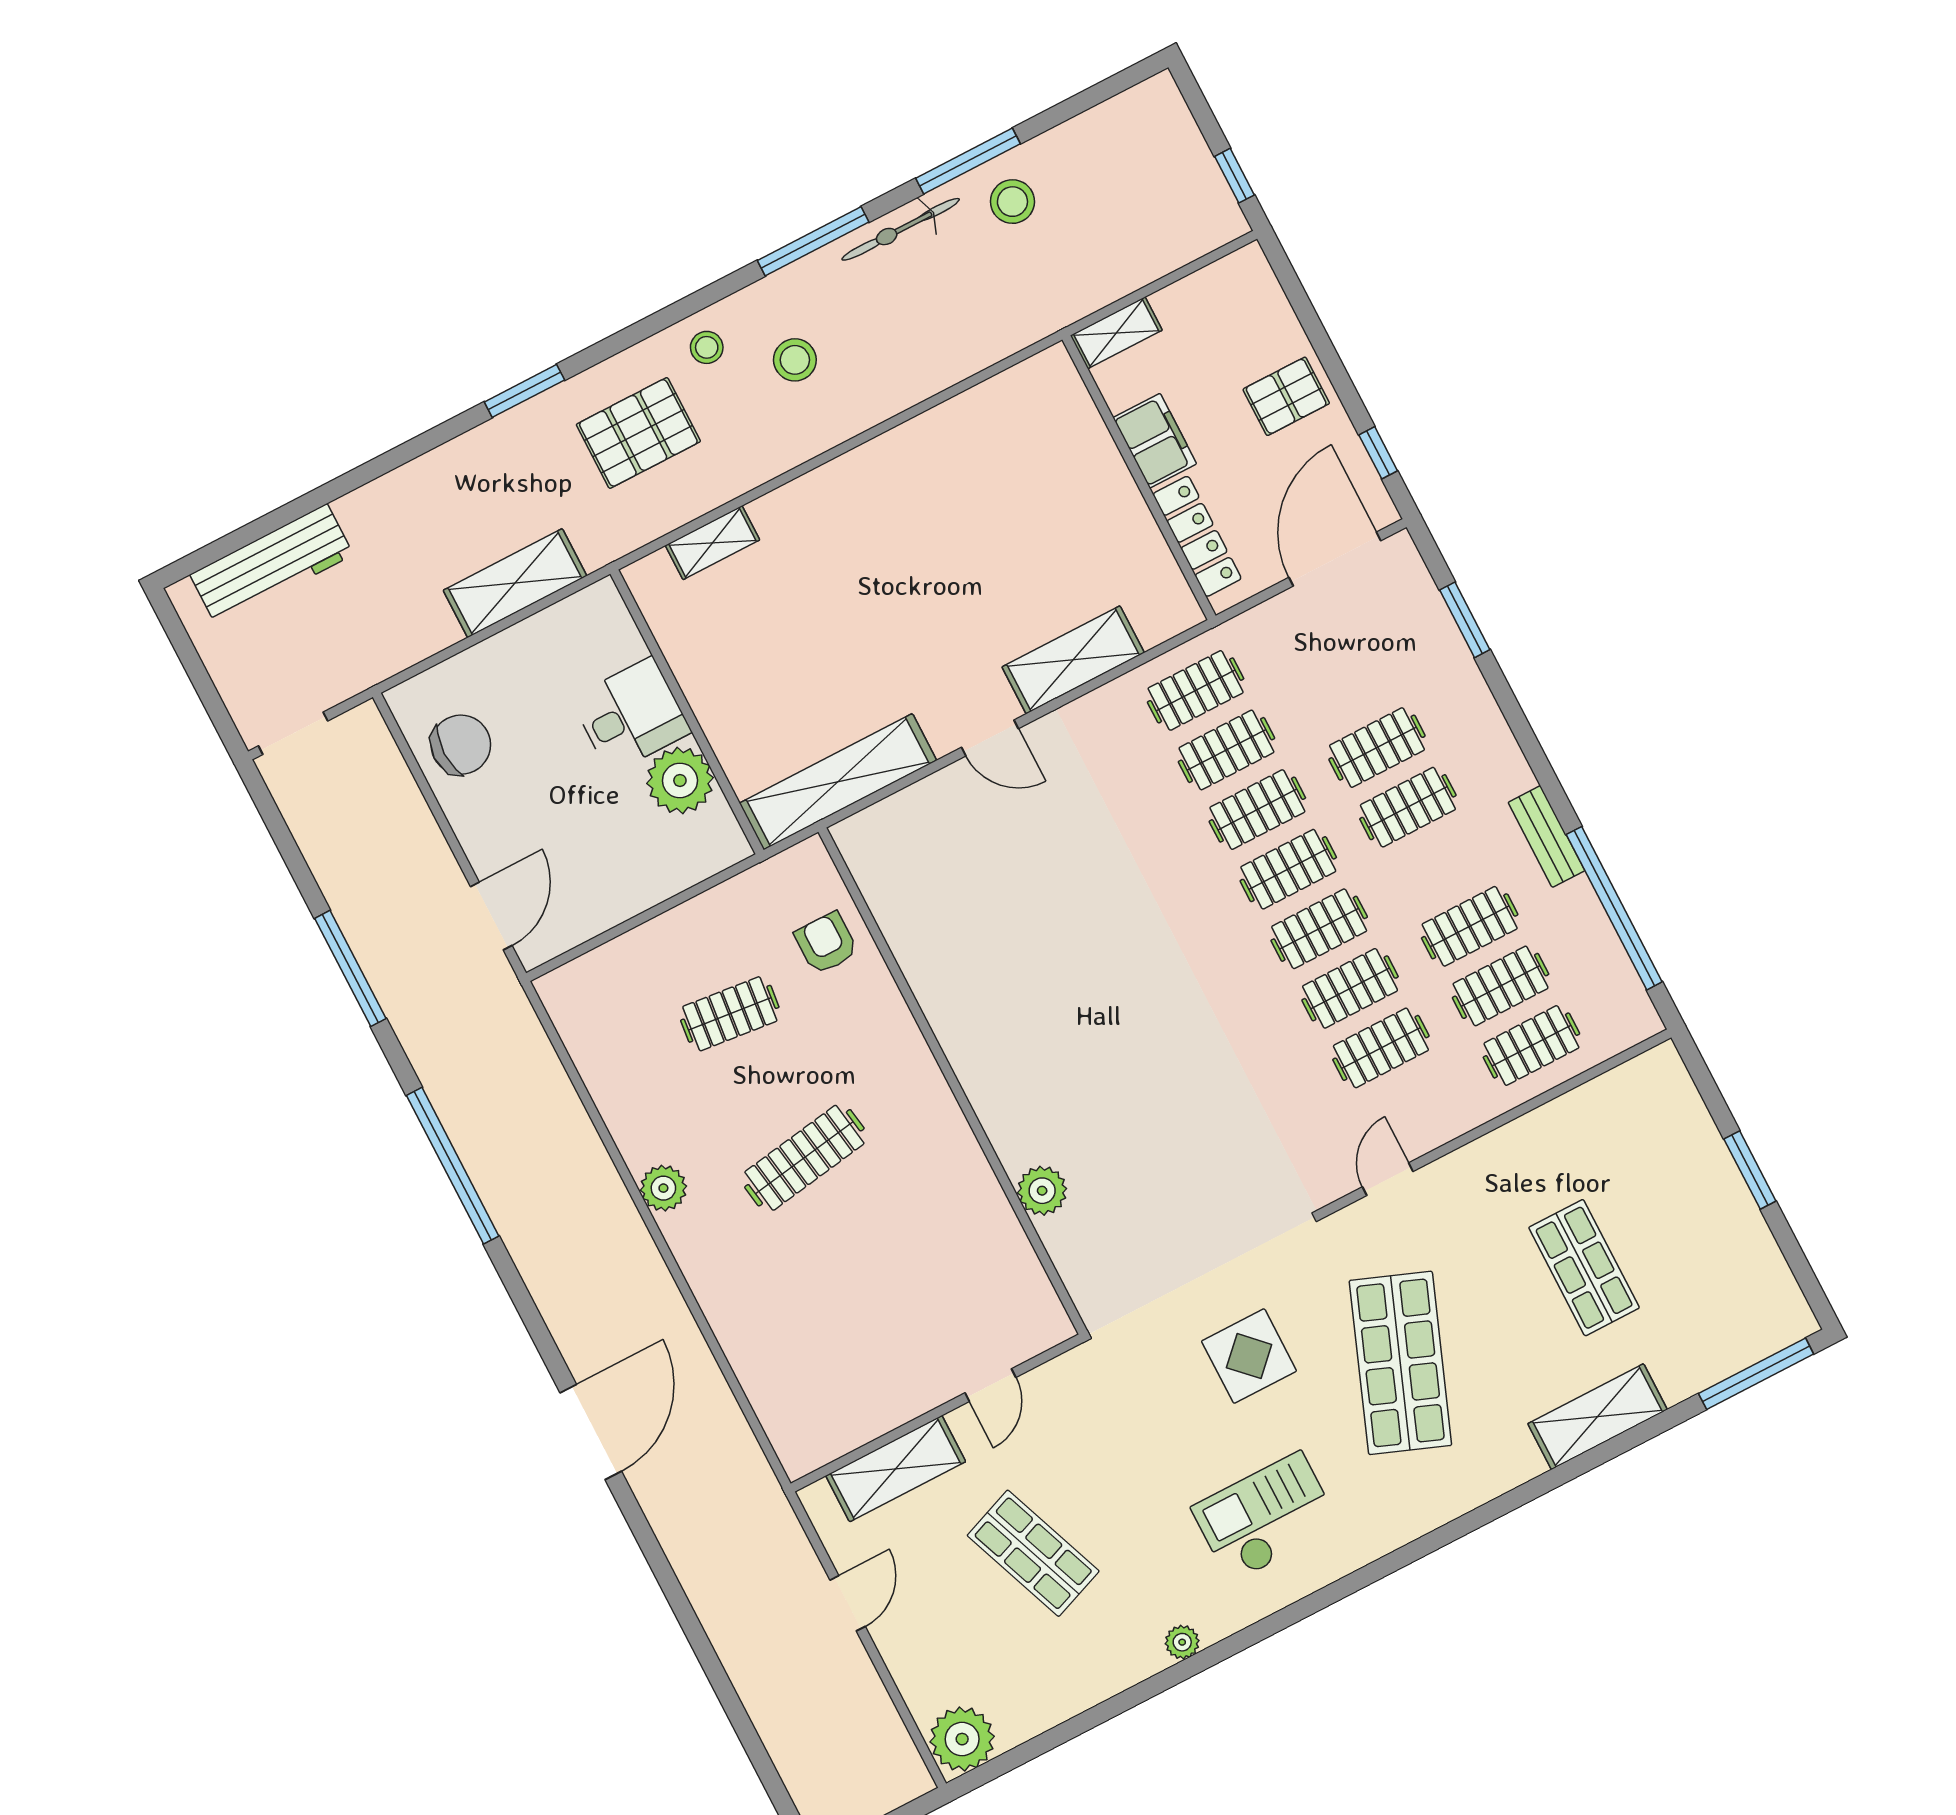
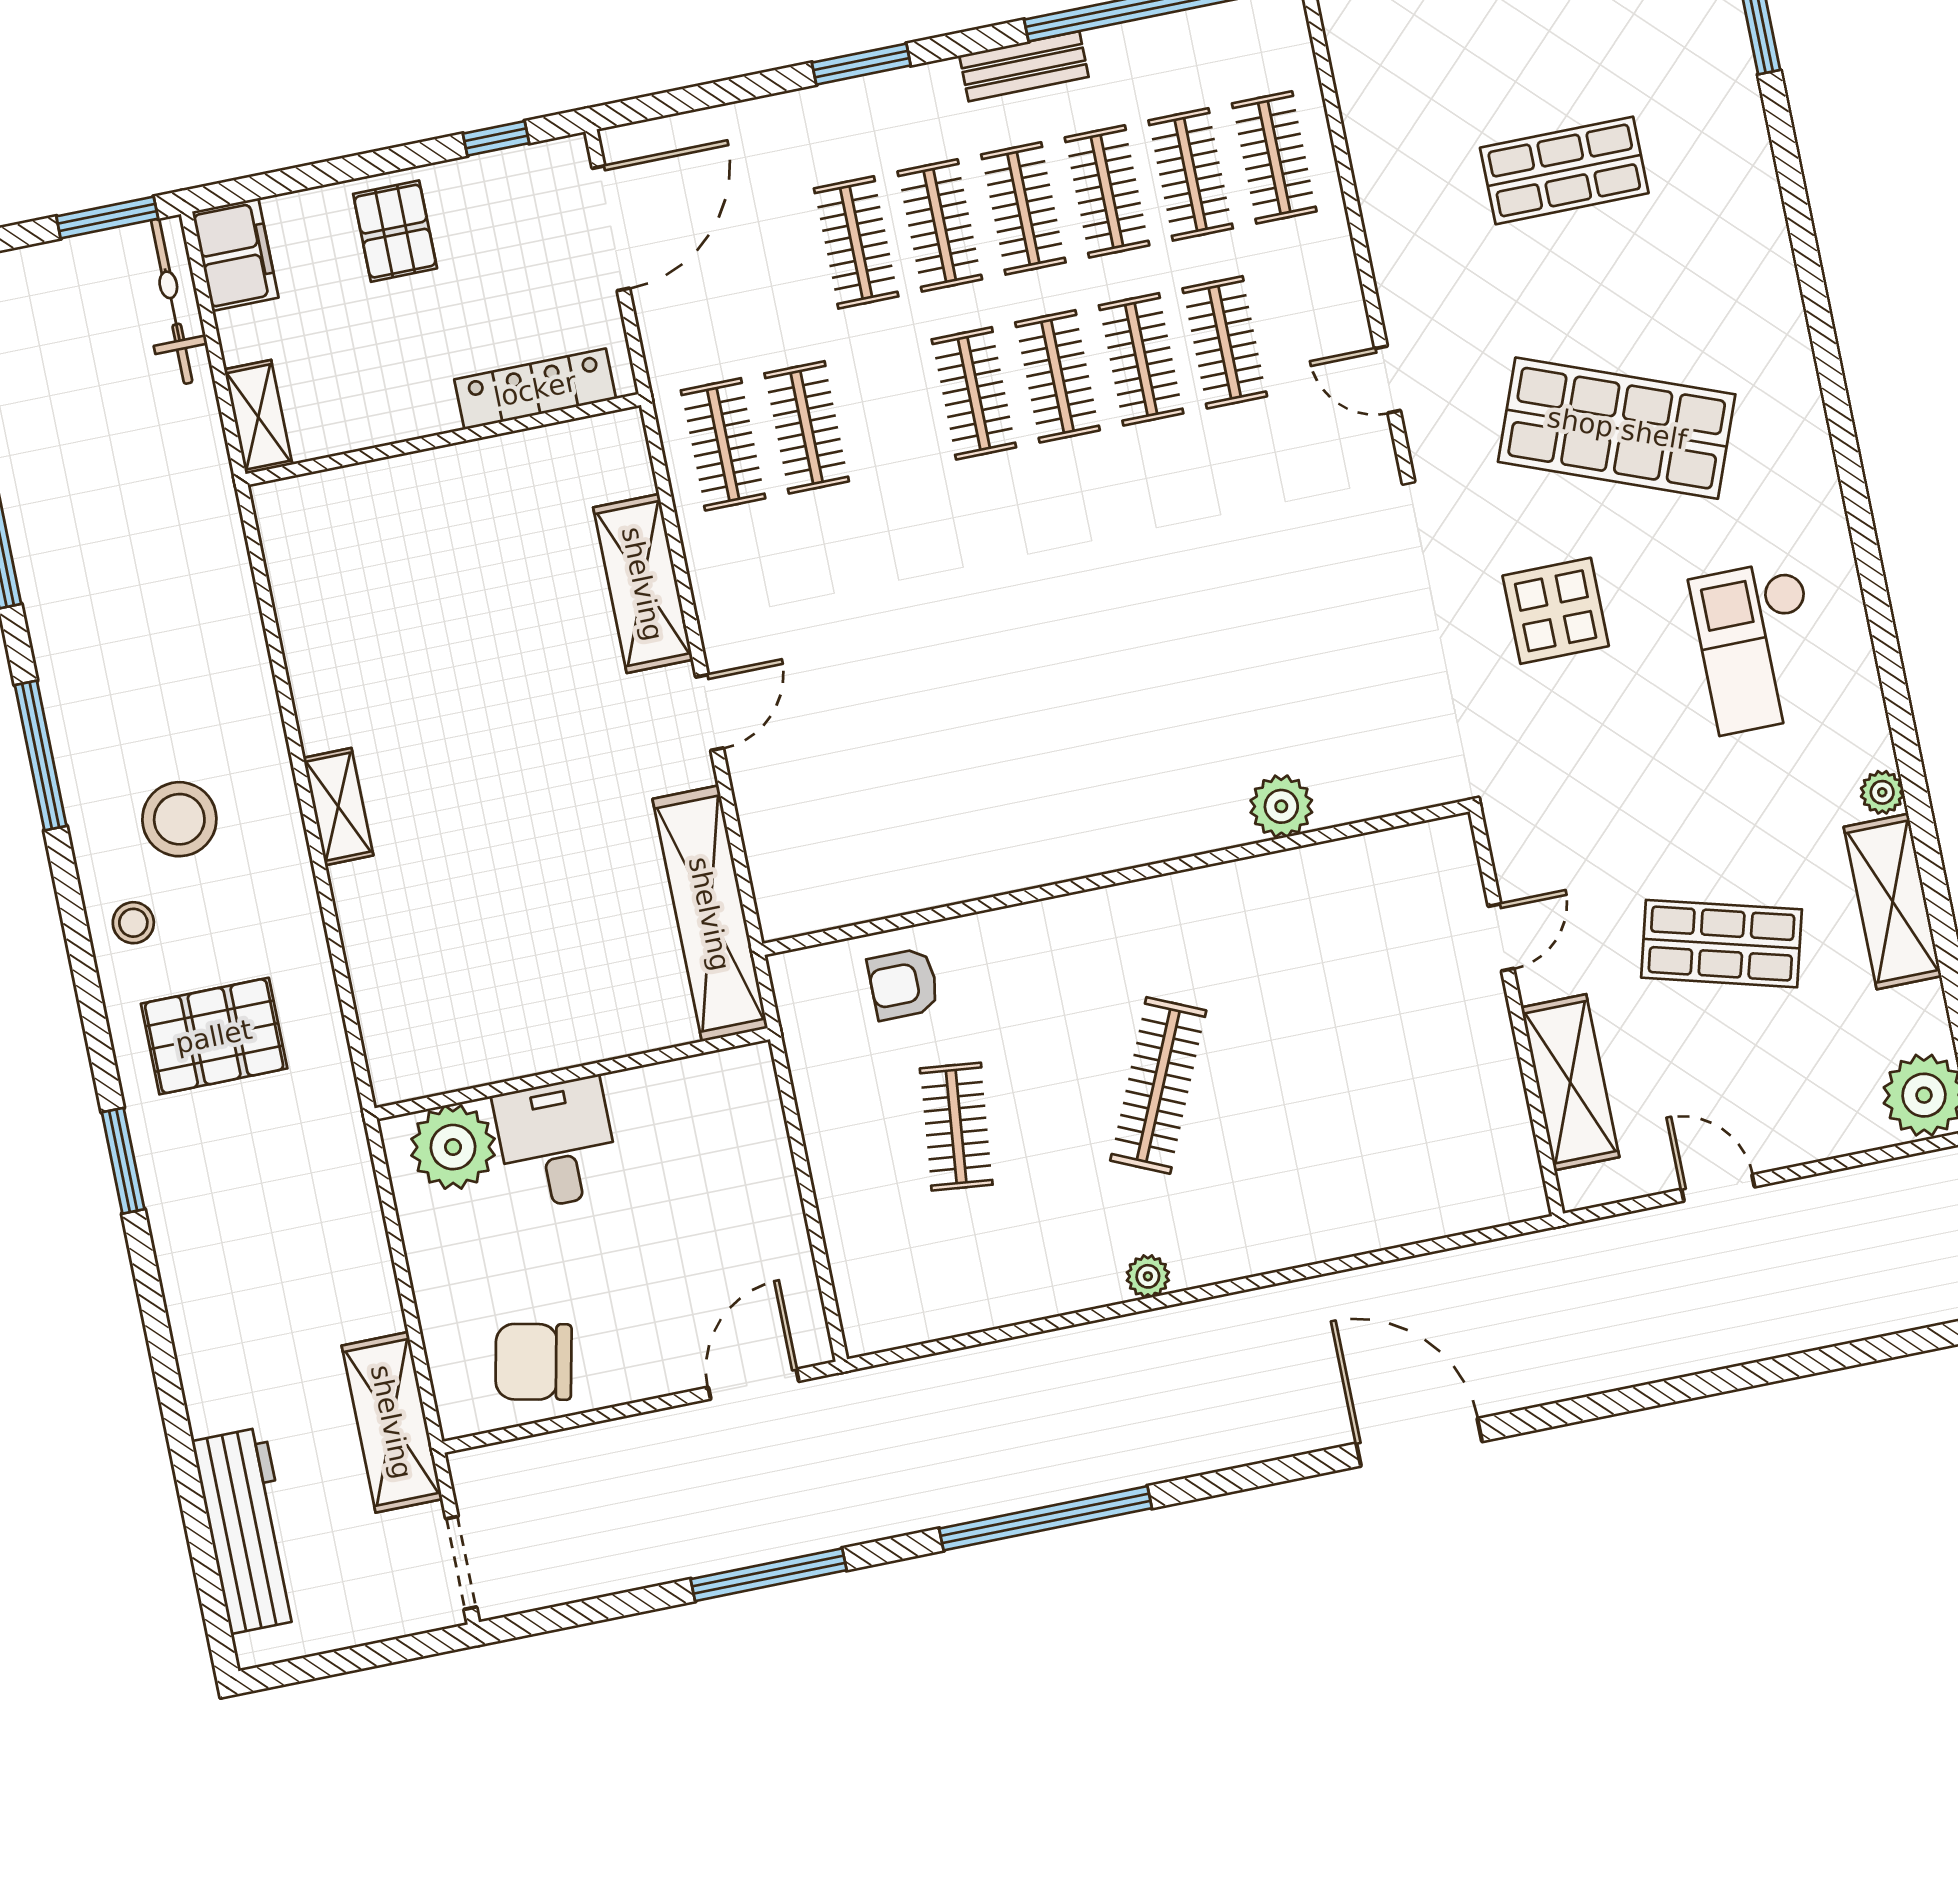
window: (1235, 176) -> (107, 217), width x1.50
stool: (1012, 202) -> (62, 498), removed
bicycle: (901, 229) -> (172, 301), moved, turned 180
stool: (795, 360) -> (179, 819), width x1.38, depth x1.38
pallet: (638, 433) -> (214, 1036), turned 90
filing cabinet: (1155, 441) -> (235, 255), moved, turned 90
shelving: (713, 543) -> (338, 807), moved
door: (1335, 559) -> (611, 228), swing flipped
shelving: (515, 583) -> (392, 1422), moved
window: (1465, 620) -> (861, 64), moved
chair: (461, 745) -> (533, 1362), turned -78
plant: (680, 780) -> (453, 1147), moved
clothes rail: (1257, 810) -> (1023, 208), moved
door: (491, 916) -> (753, 1384), hinge flipped
clothes rail: (804, 1158) -> (1158, 1085), turned 33
plant: (663, 1188) -> (1148, 1276), width x0.73, depth x0.73
door: (990, 1385) -> (1501, 937), hinge flipped
shelving: (1598, 1417) -> (1893, 901), moved
shop shelf: (1033, 1553) -> (1722, 944), turned 36

